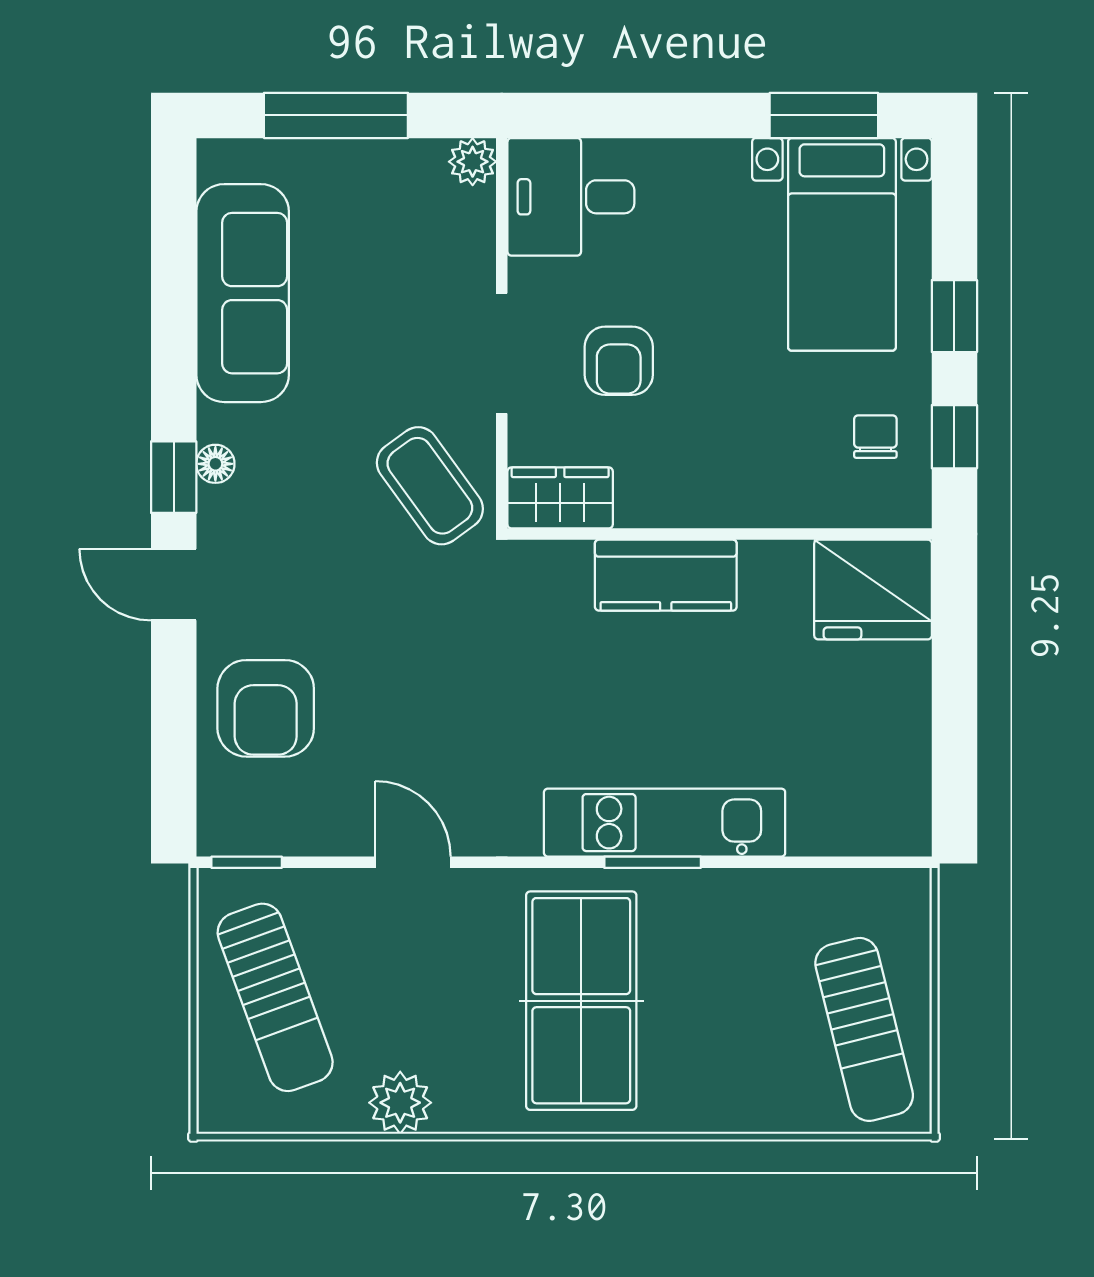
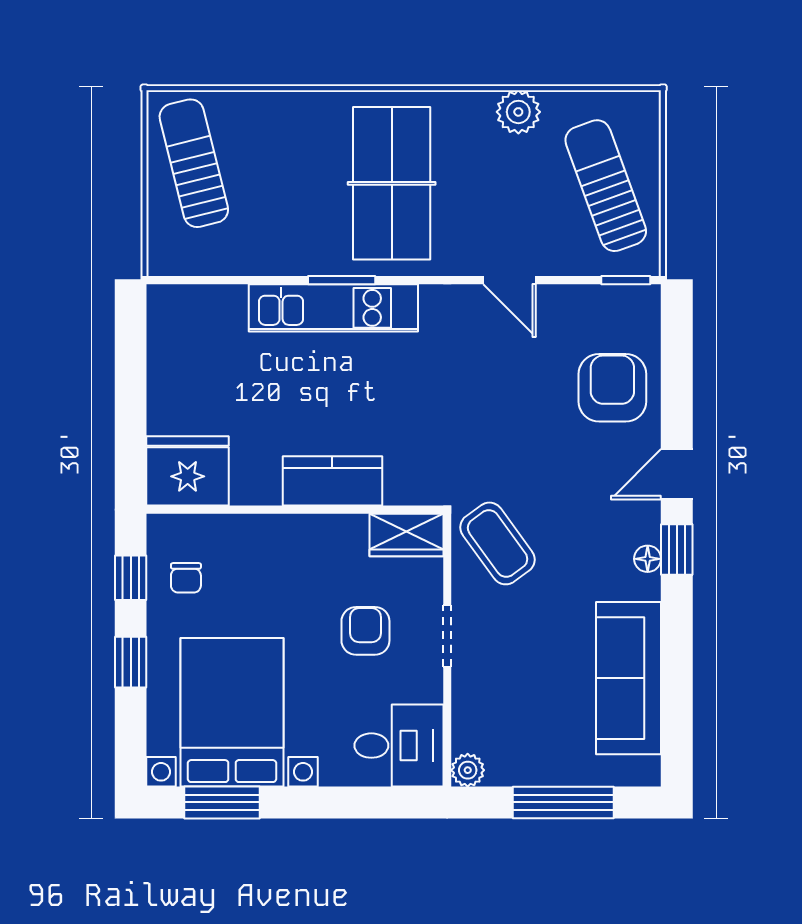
bed with nightstands: (842, 244) -> (232, 712), width x1.36
doorway: (502, 353) -> (447, 636), width x0.73
door: (174, 585) -> (677, 474), swing flipped

